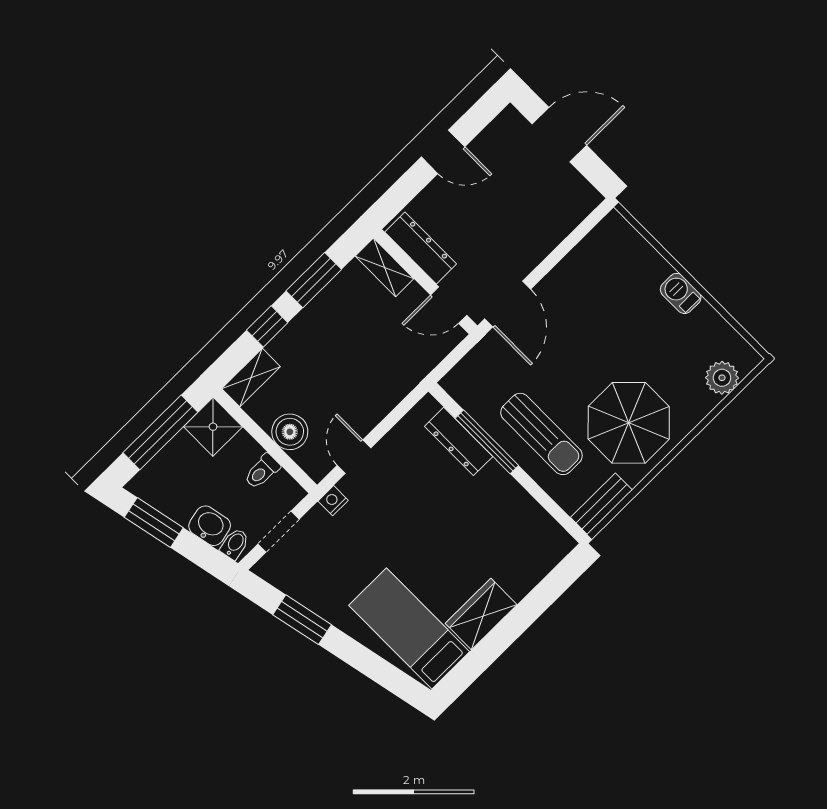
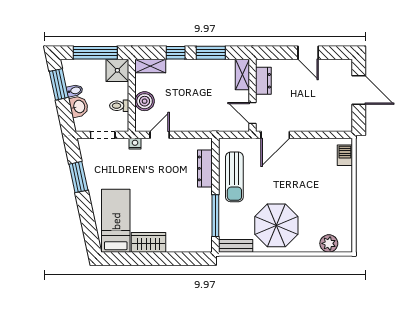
dresser: (421, 248) -> (263, 81), width x0.70
barbecue: (681, 293) -> (345, 155), moved
sun lounger: (541, 434) -> (234, 177), moved
window: (487, 442) -> (215, 216), moved
bidet: (235, 544) -> (75, 91), moved

